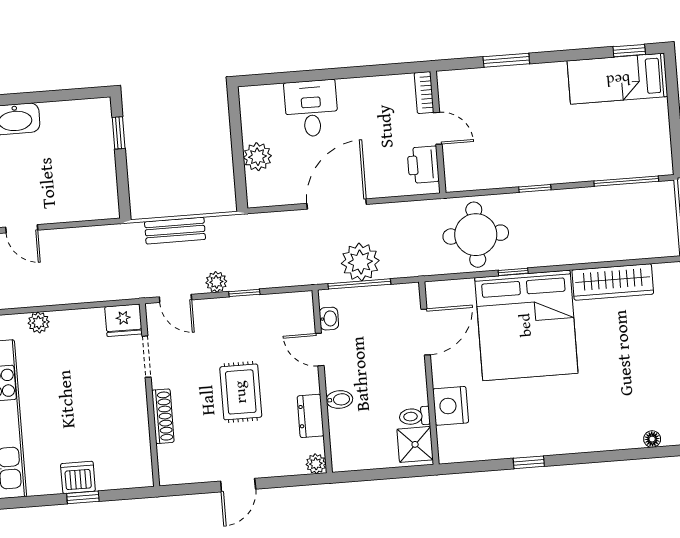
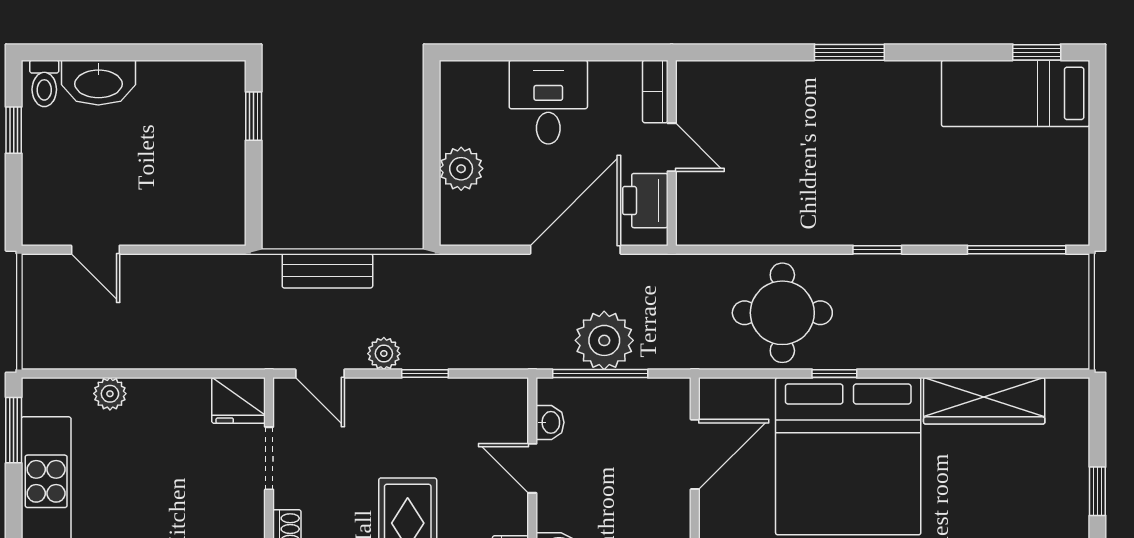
bookcase: (424, 93) -> (655, 91), moved
door: (438, 128) -> (672, 147), moved
wall: (438, 132) -> (672, 153), moved
printer: (423, 165) -> (645, 201), moved

